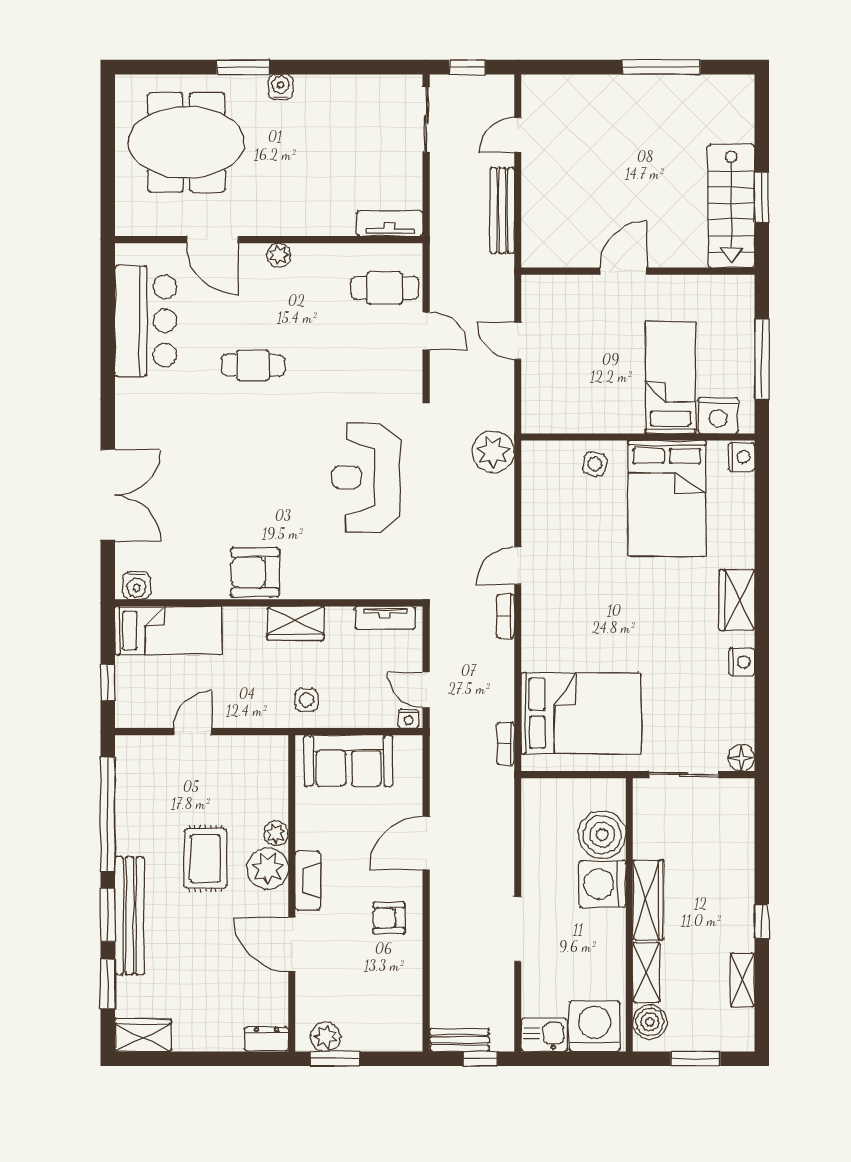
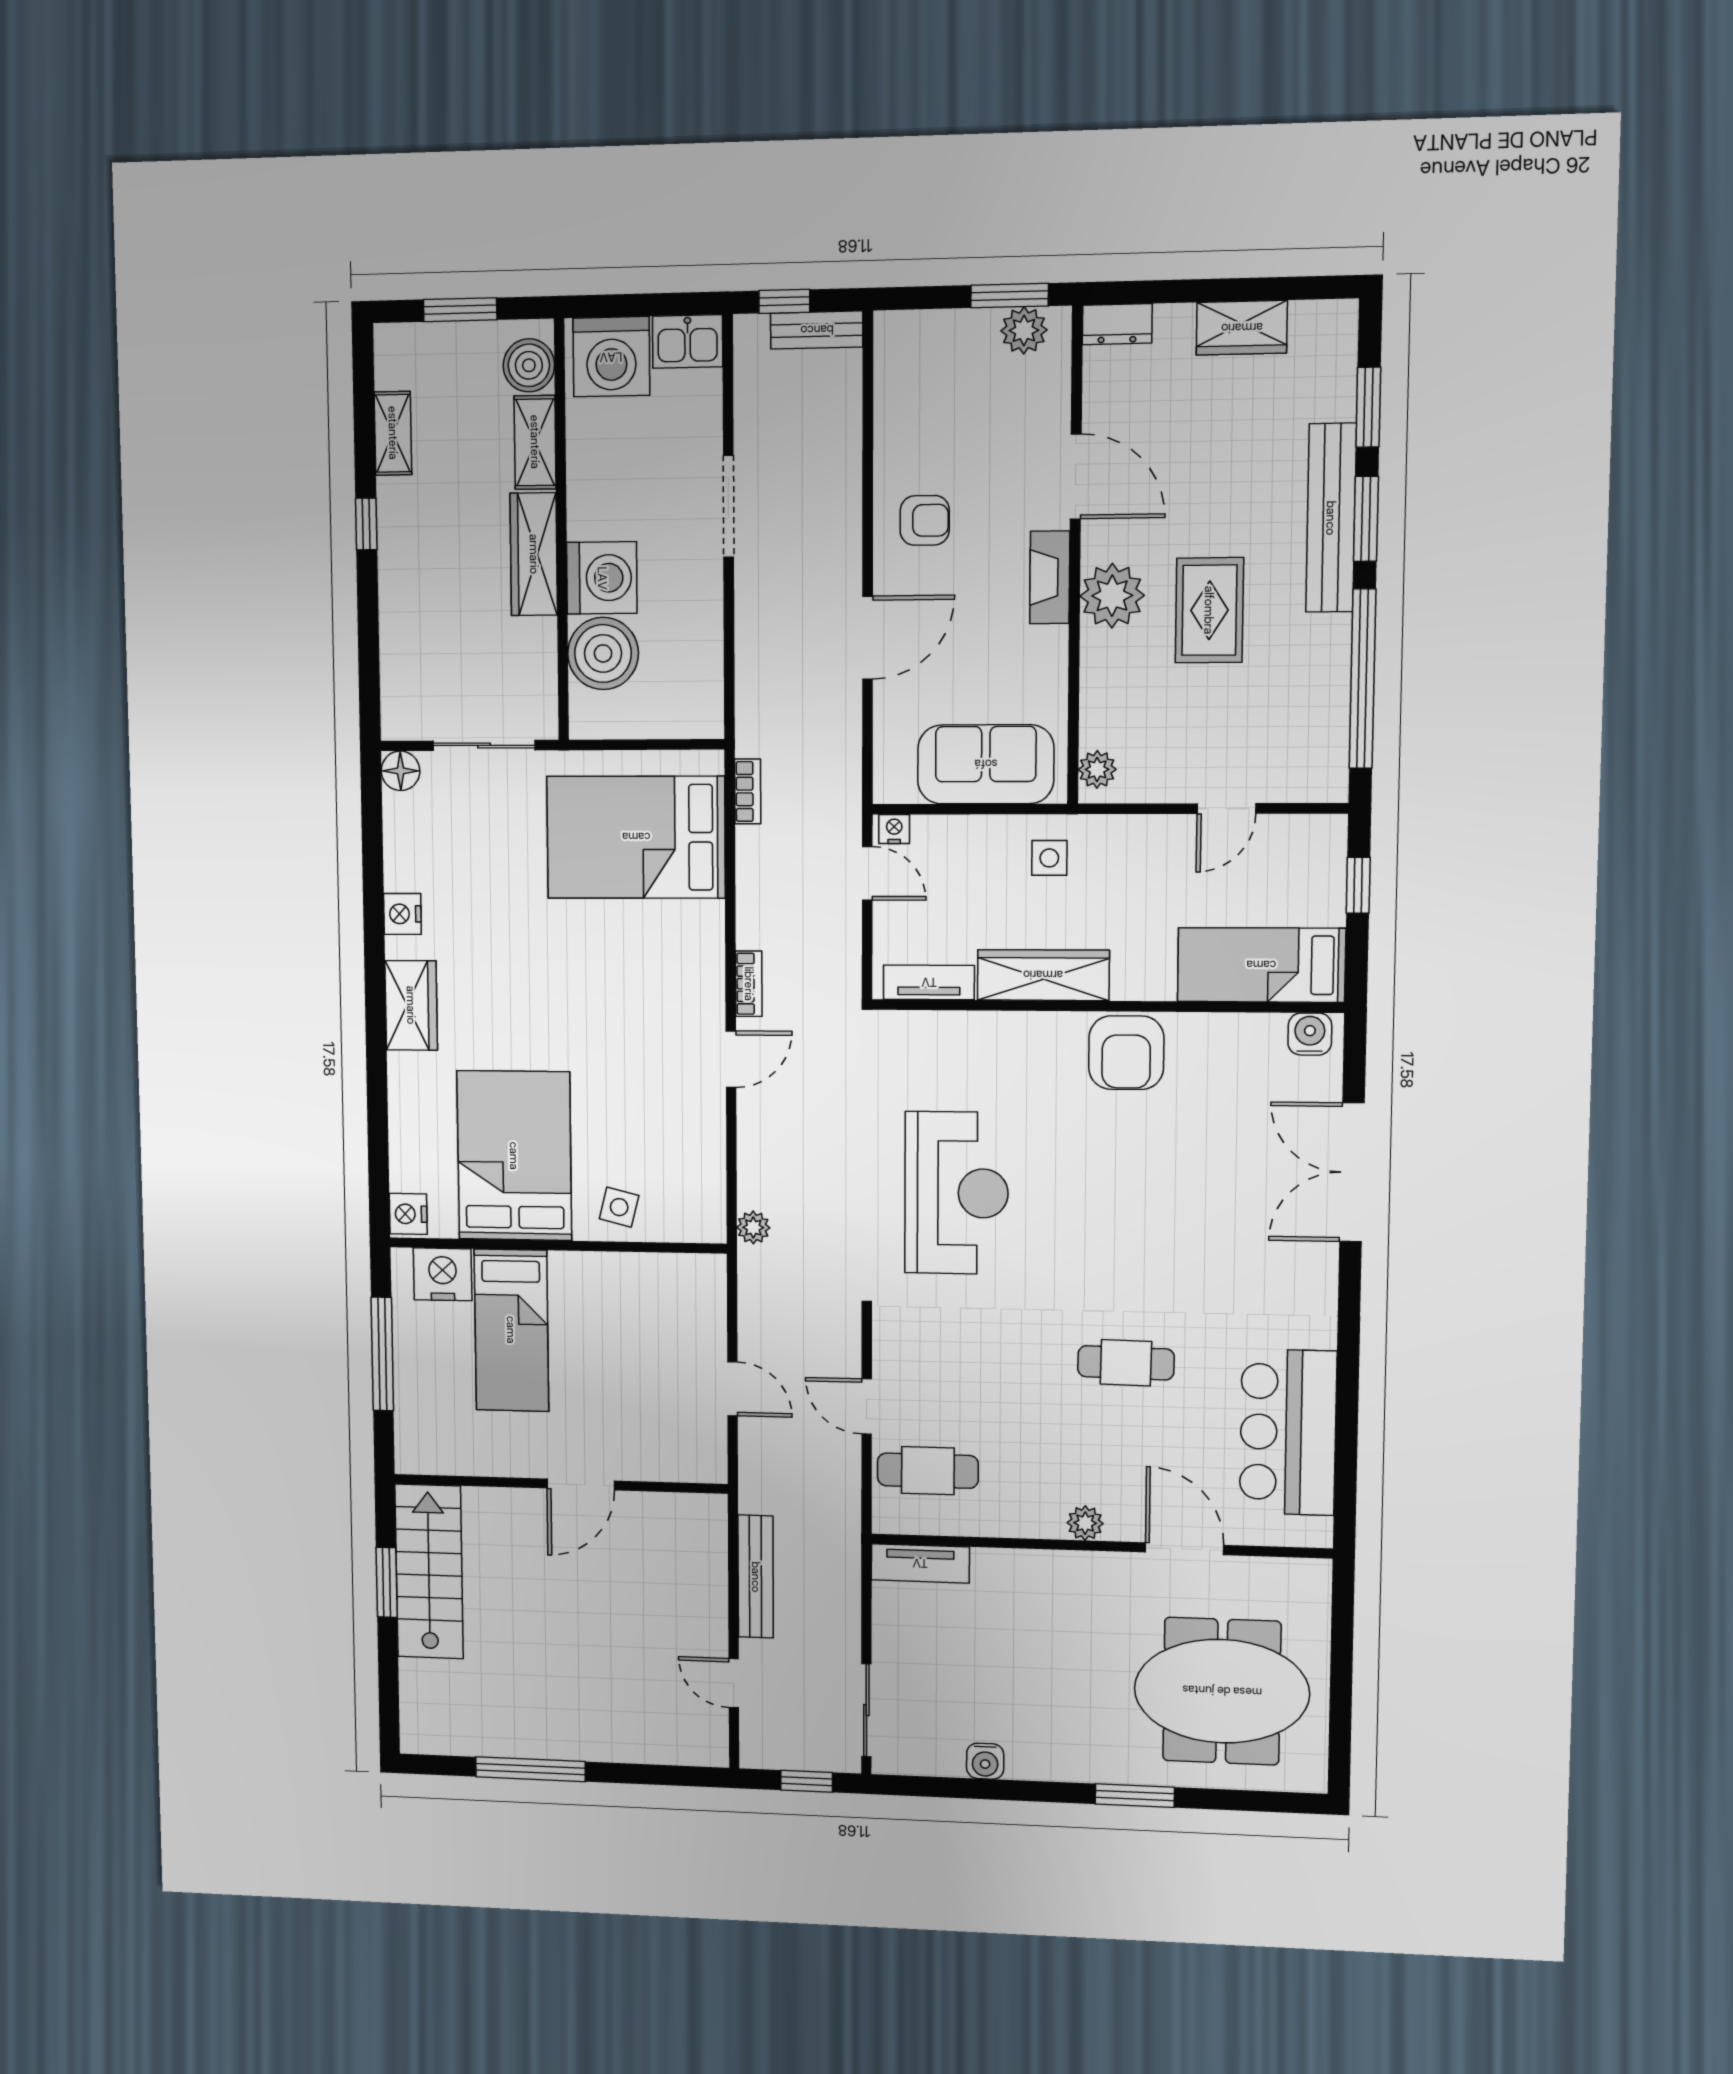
water cooler: (281, 87) -> (985, 1761), moved
door: (518, 135) -> (734, 1683), swing flipped
plant: (493, 452) -> (753, 1227), width x0.53, depth x0.53
armchair: (255, 572) -> (1126, 1053), turned 90
wardrobe: (295, 623) -> (1043, 975), width x1.50
plant: (276, 833) -> (1097, 769), moved
wardrobe: (143, 1035) -> (1242, 328), moved

